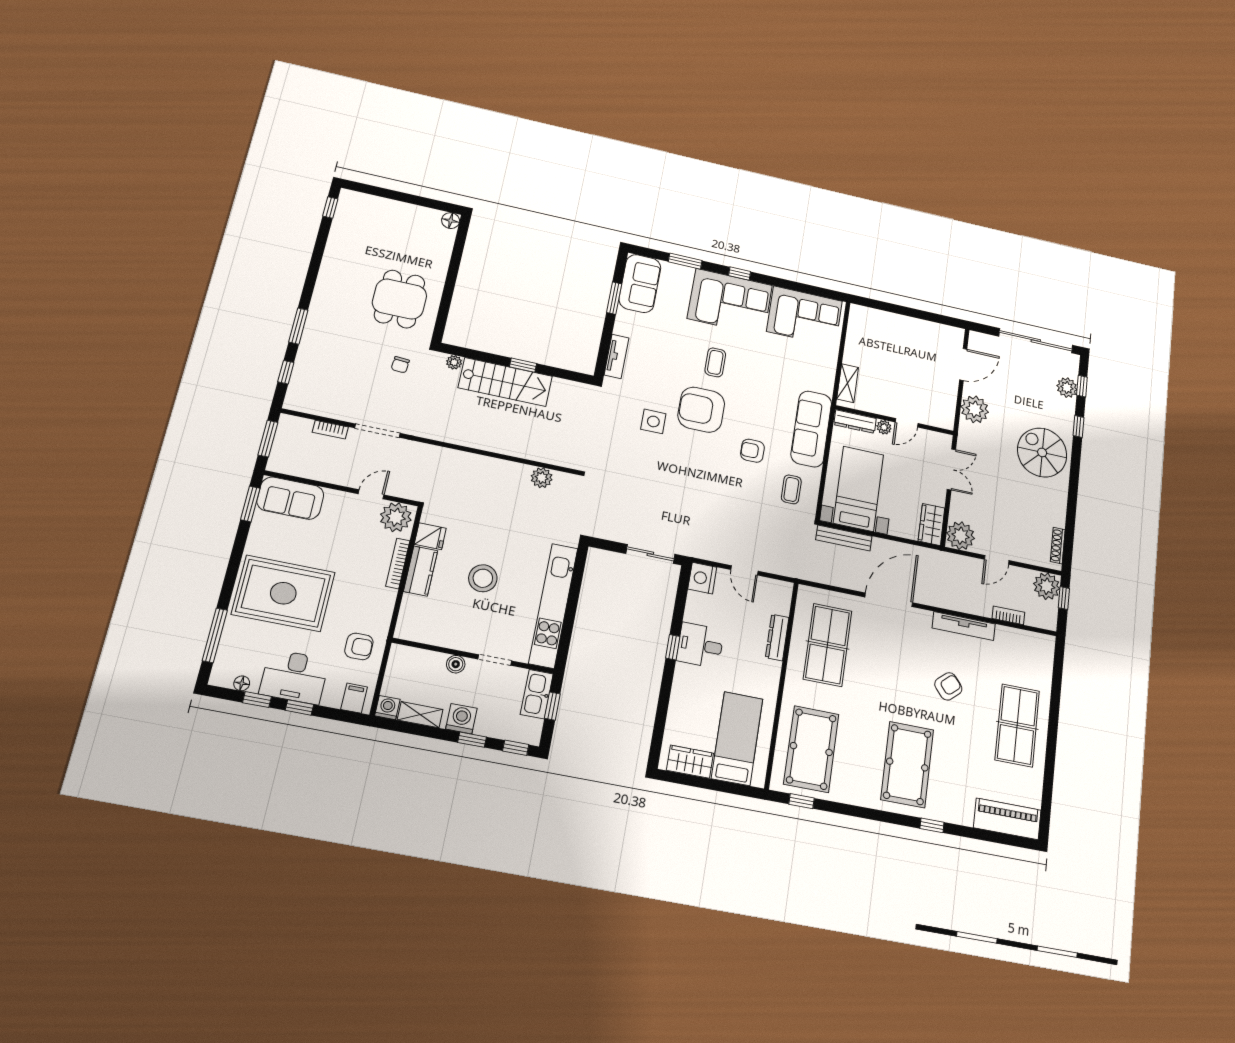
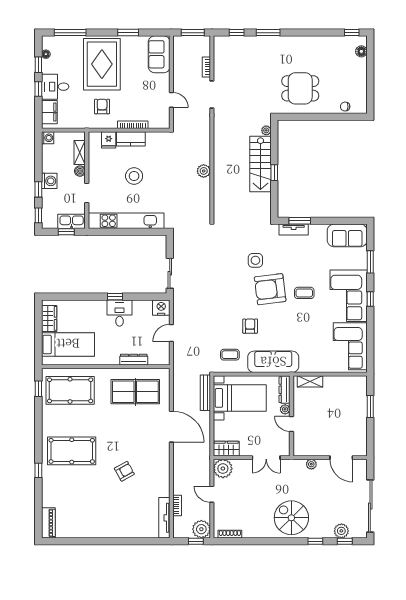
floor lamp: (451, 221) -> (361, 51), moved
window: (614, 298) -> (300, 221), moved
window: (895, 309) -> (370, 406), added
chair: (400, 365) -> (345, 107), moved
plant: (975, 409) -> (311, 464), width x0.53, depth x0.53
armchair: (701, 410) -> (270, 289), turned -97
spiral stairs: (1042, 452) -> (291, 518), turned -90
plant: (542, 478) -> (204, 171), moved
window: (250, 504) -> (128, 33), moved
plant: (396, 517) -> (161, 117), removed
fridge: (430, 536) -> (109, 140), moved
tv unit: (964, 626) -> (164, 518), moved
armchair: (359, 646) -> (102, 107), moved, turned 180
desk: (294, 677) -> (55, 87), width x0.73
armchair: (948, 686) -> (124, 471), turned -78
filing cabinet: (354, 698) -> (49, 112), width x2.00
shelving: (420, 715) -> (80, 152), moved
table tennis table: (1017, 725) -> (109, 518), removed
piano: (1007, 819) -> (48, 523), width x0.73, depth x0.75

